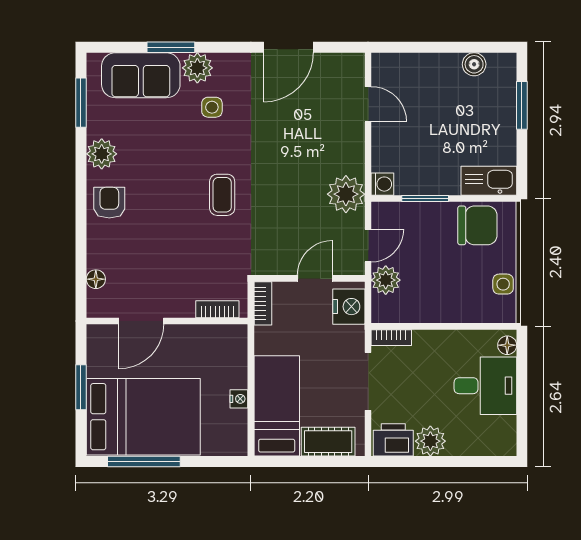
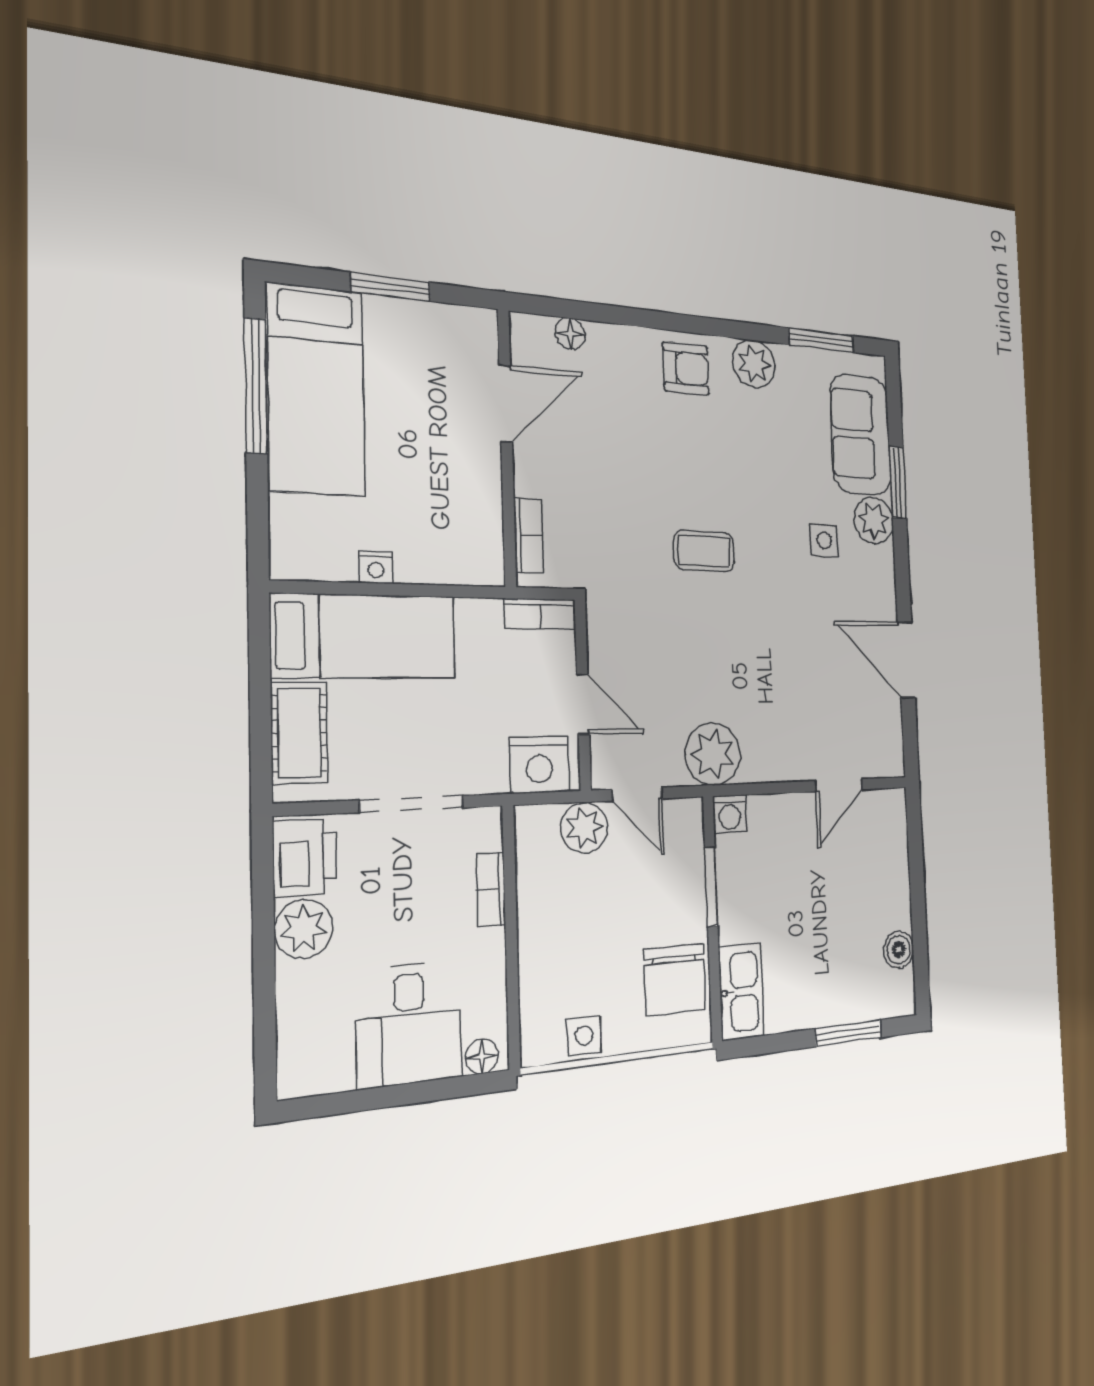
door: (141, 321) -> (506, 403), swing flipped
bookcase: (391, 338) -> (491, 889), moved
bed: (143, 417) -> (316, 390), width x0.67

